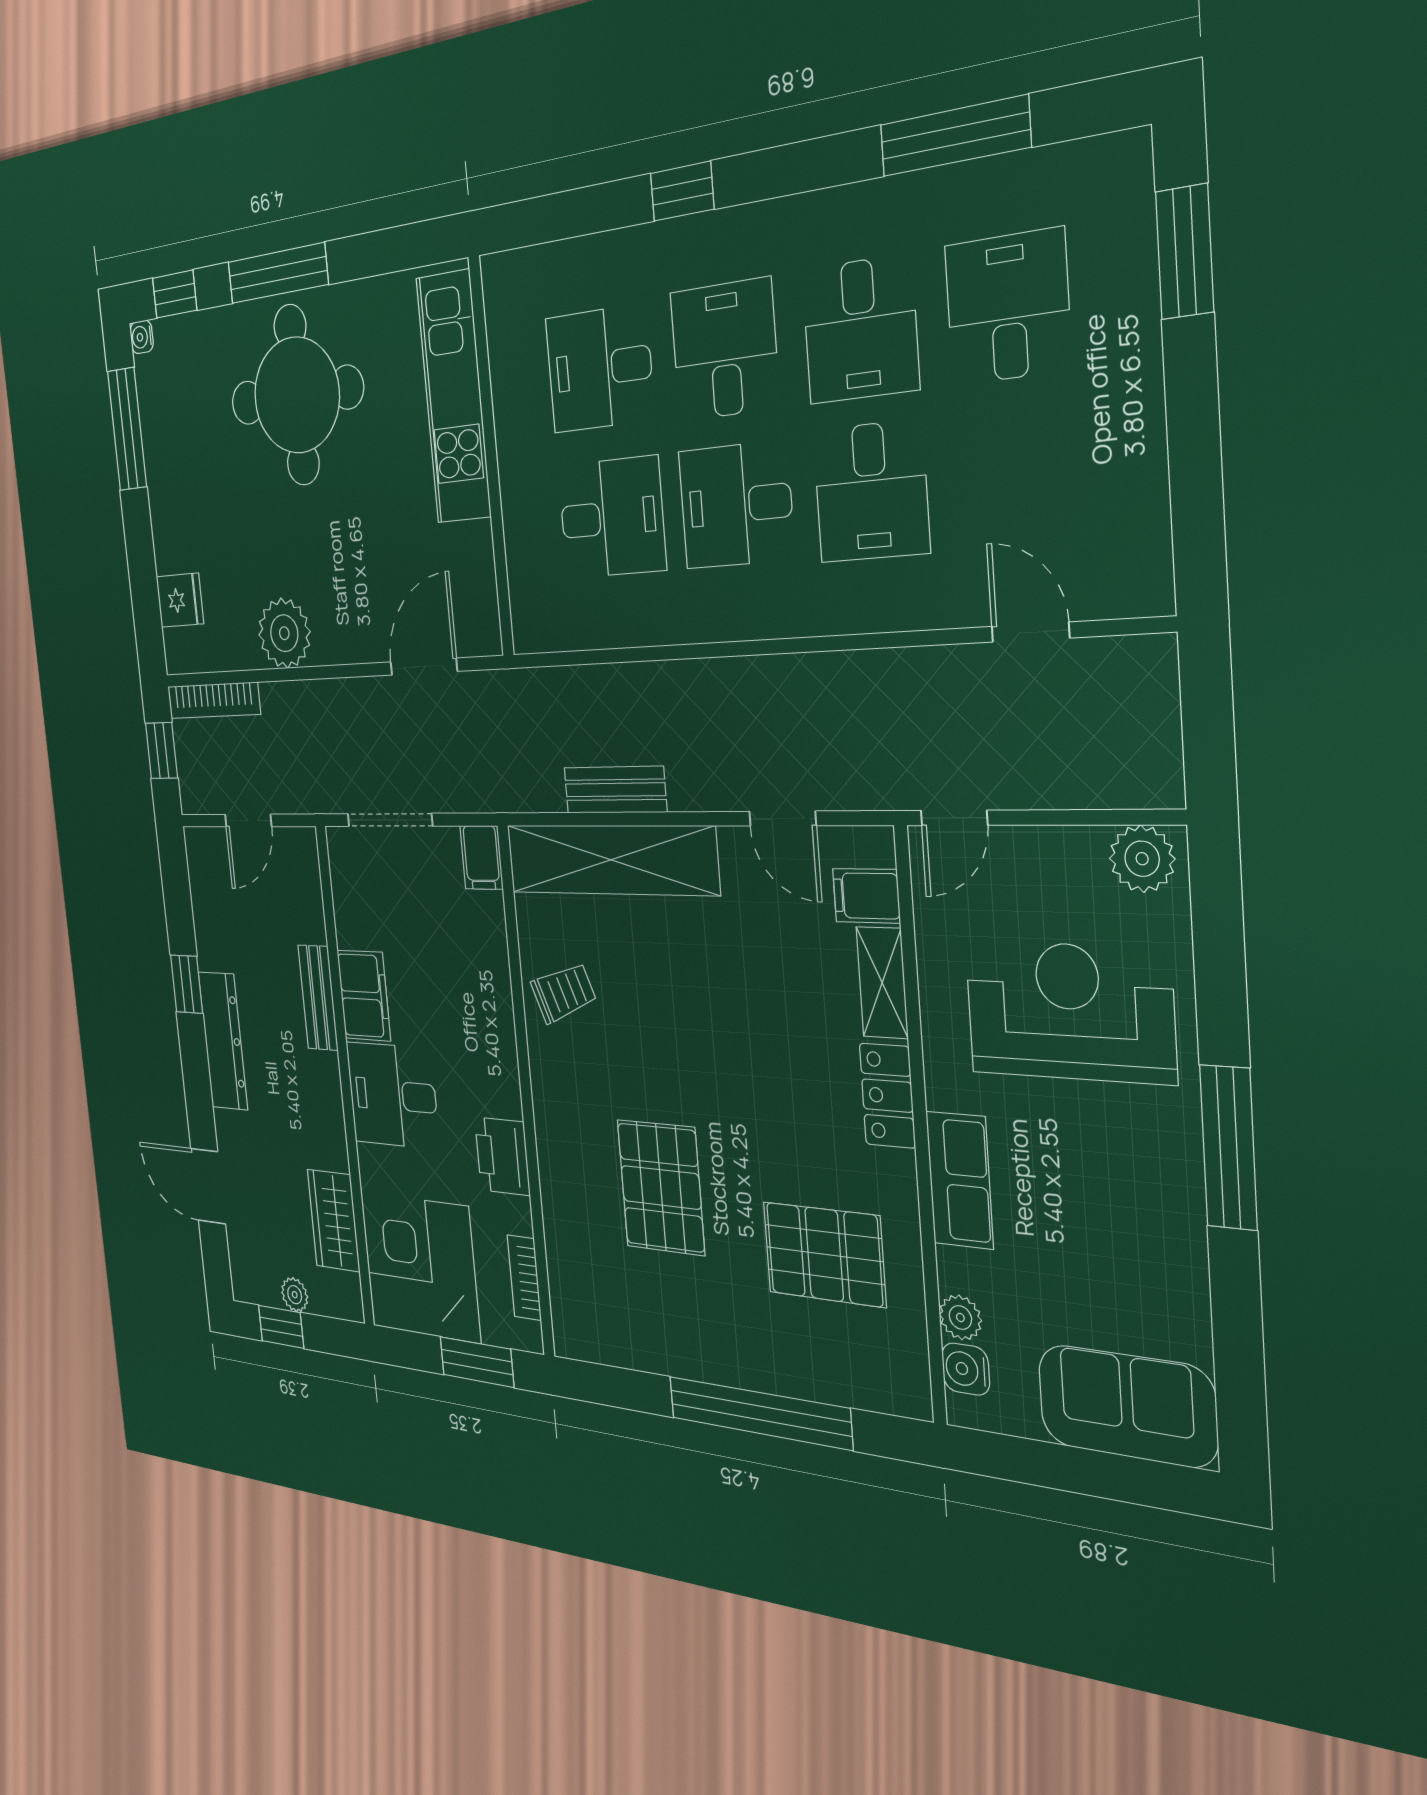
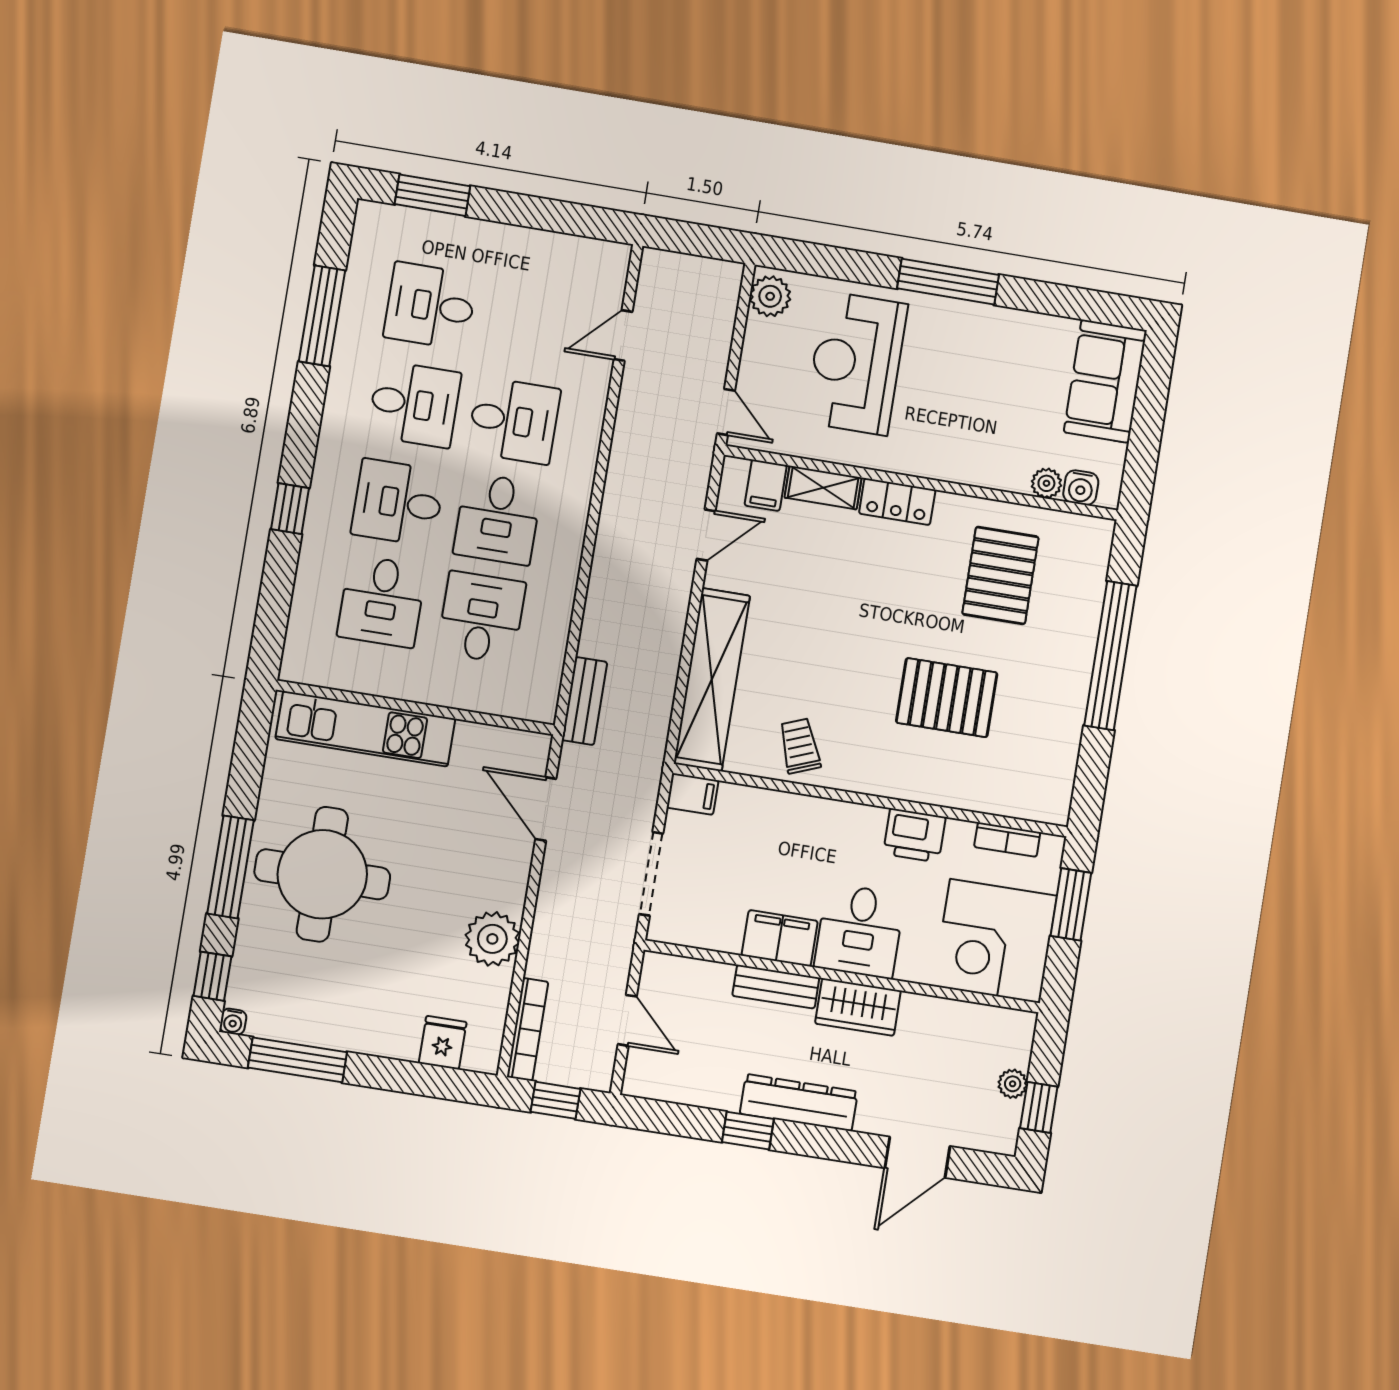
bench: (615, 790) -> (584, 701), moved
row of seats: (960, 1180) -> (956, 463), removed
wardrobe: (334, 1221) -> (858, 1007), moved

